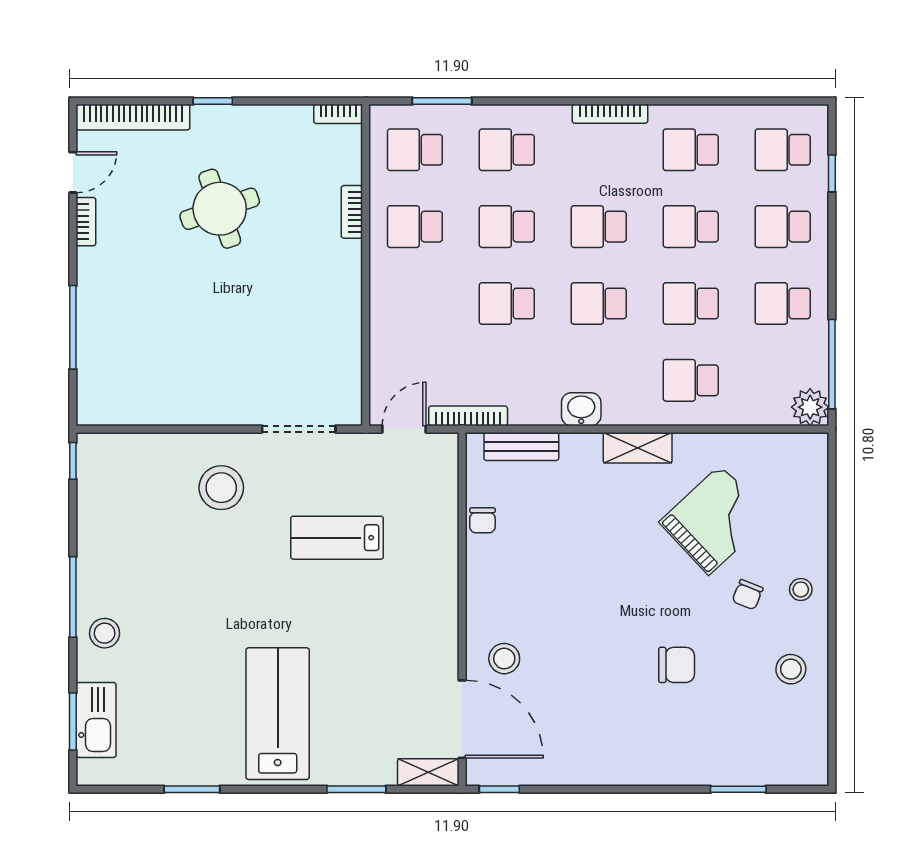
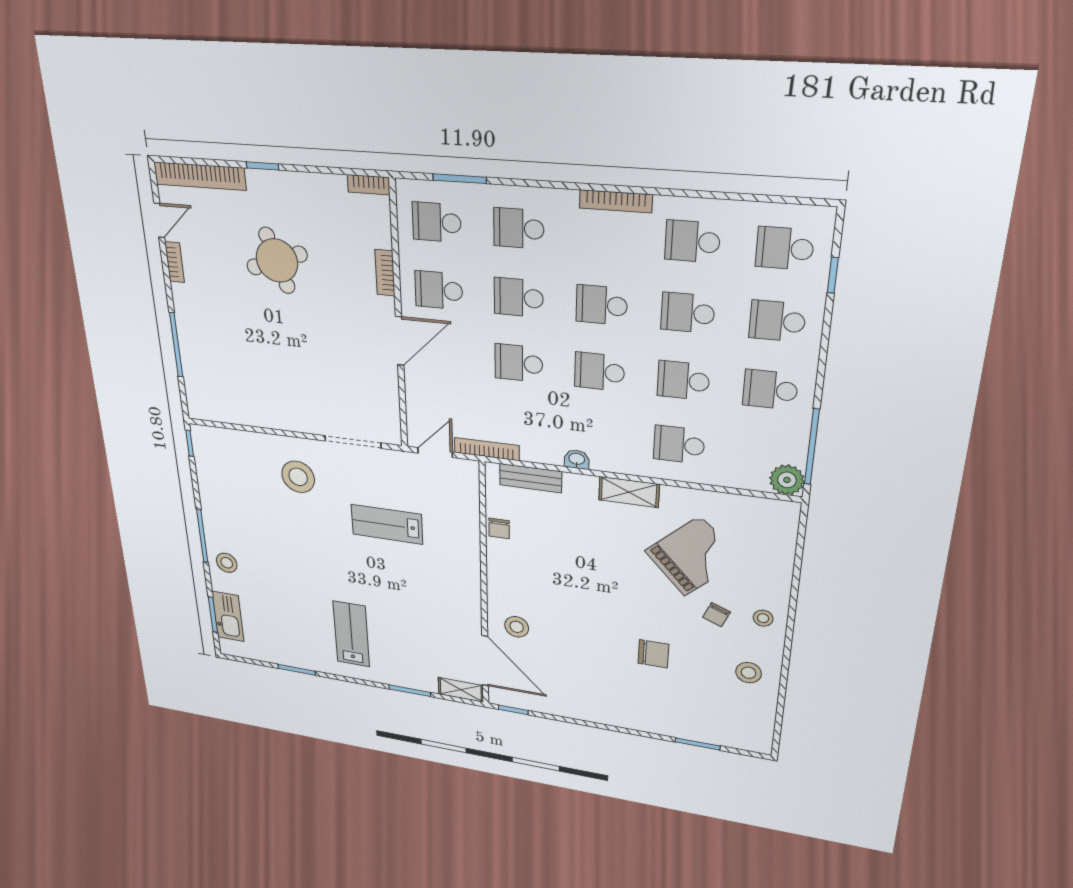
door: (366, 292) -> (400, 341), added
washbasin: (581, 409) -> (577, 459), width x0.72, depth x0.69
lab bench: (278, 714) -> (351, 634), width x0.73, depth x0.72

